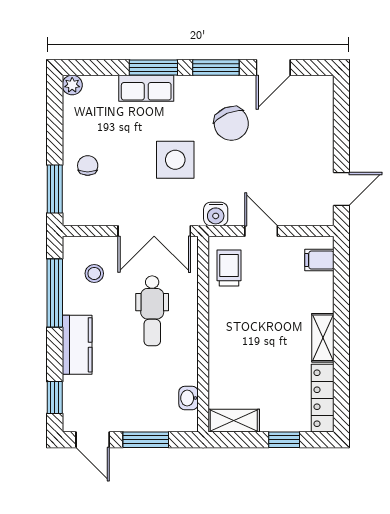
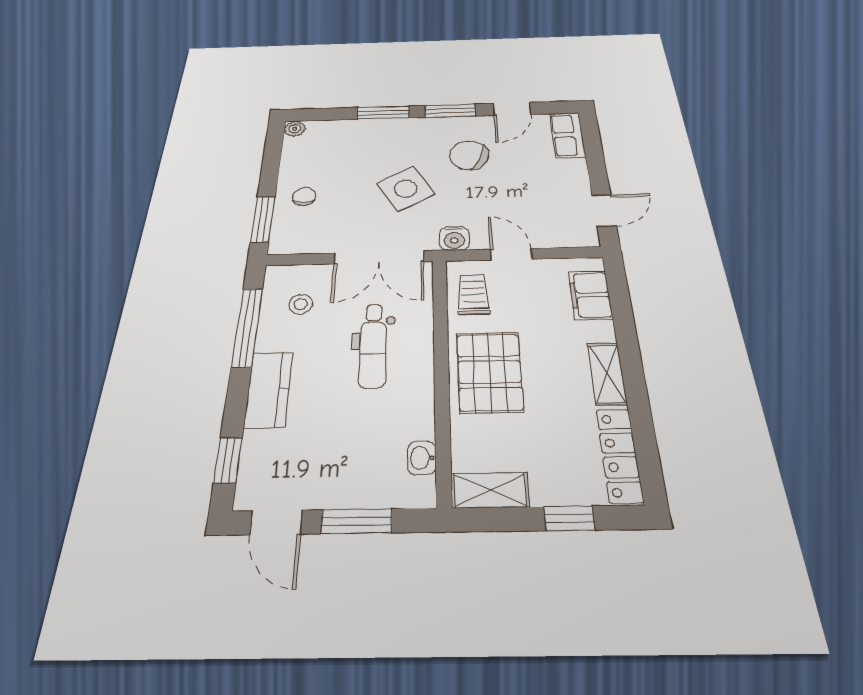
row of seats: (146, 88) -> (568, 135), moved, turned 90
chair: (231, 123) -> (469, 155), turned 137
side table: (175, 160) -> (406, 189), turned -31
filing cabinet: (319, 260) -> (590, 295), width x2.00
pallet: (238, 335) -> (490, 372), added

